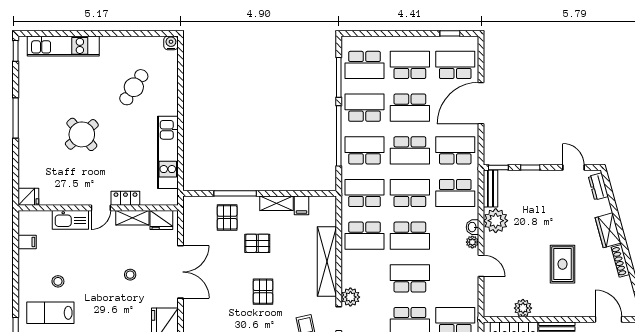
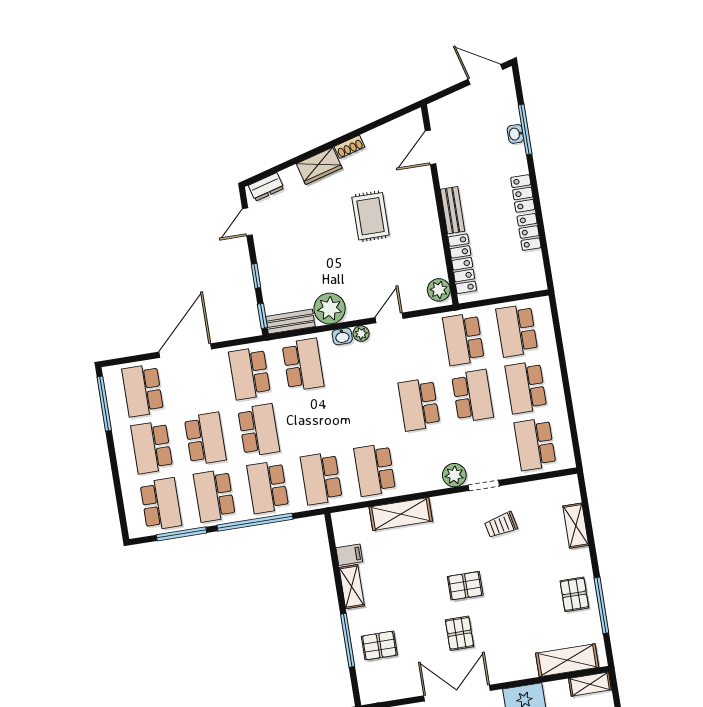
window: (450, 33) -> (104, 404), width x2.17
door: (481, 103) -> (185, 351), swing flipped
school desk: (410, 193) -> (312, 422), removed
school desk: (364, 236) -> (375, 470), turned 180
school desk: (410, 236) -> (366, 413), removed
pallet: (257, 243) -> (460, 633), moved
shoe rack: (620, 261) -> (349, 147), width x0.70
shelving: (327, 262) -> (401, 514), width x0.68
rug: (562, 264) -> (371, 216), turned 90
plant: (523, 308) -> (439, 290), moved

